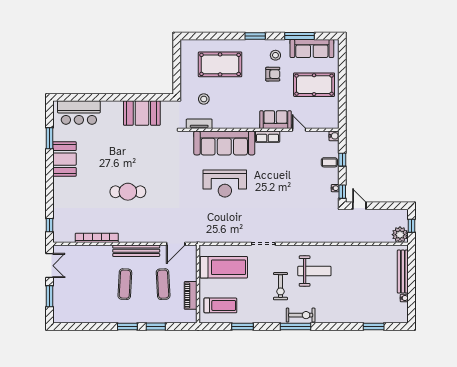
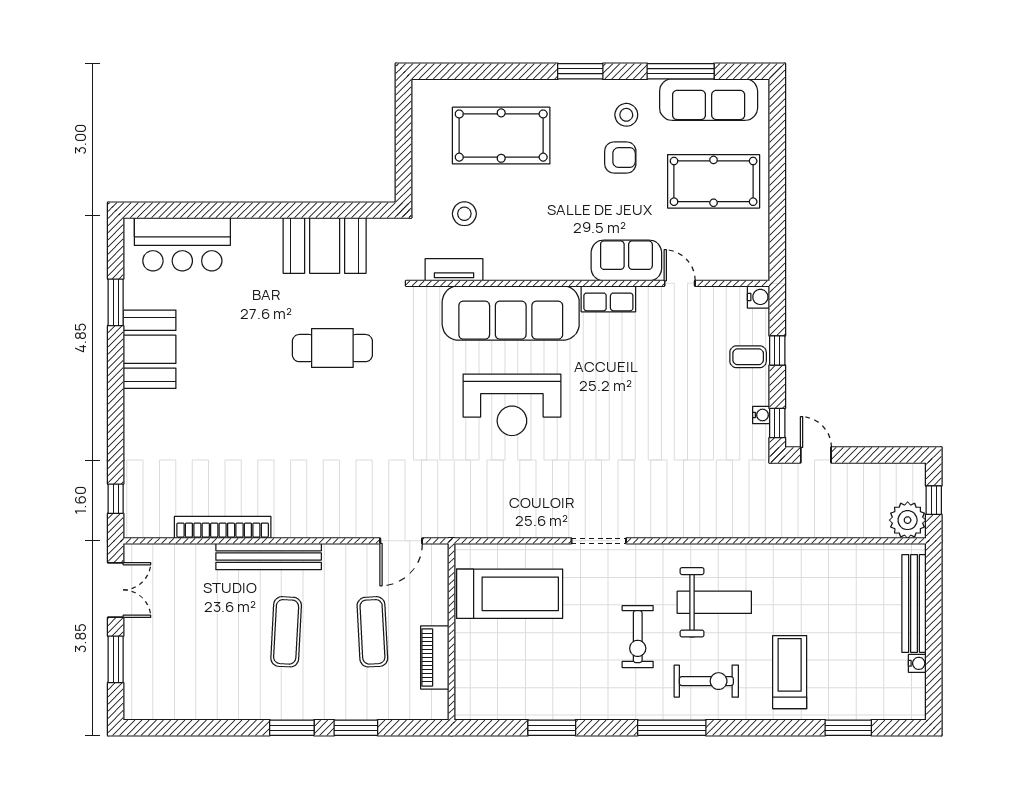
cafe table: (128, 192) -> (332, 348), moved
bench: (136, 251) -> (269, 557), moved
treadmill: (220, 305) -> (790, 672), moved, turned -90
exercise bike: (301, 315) -> (706, 681), moved

